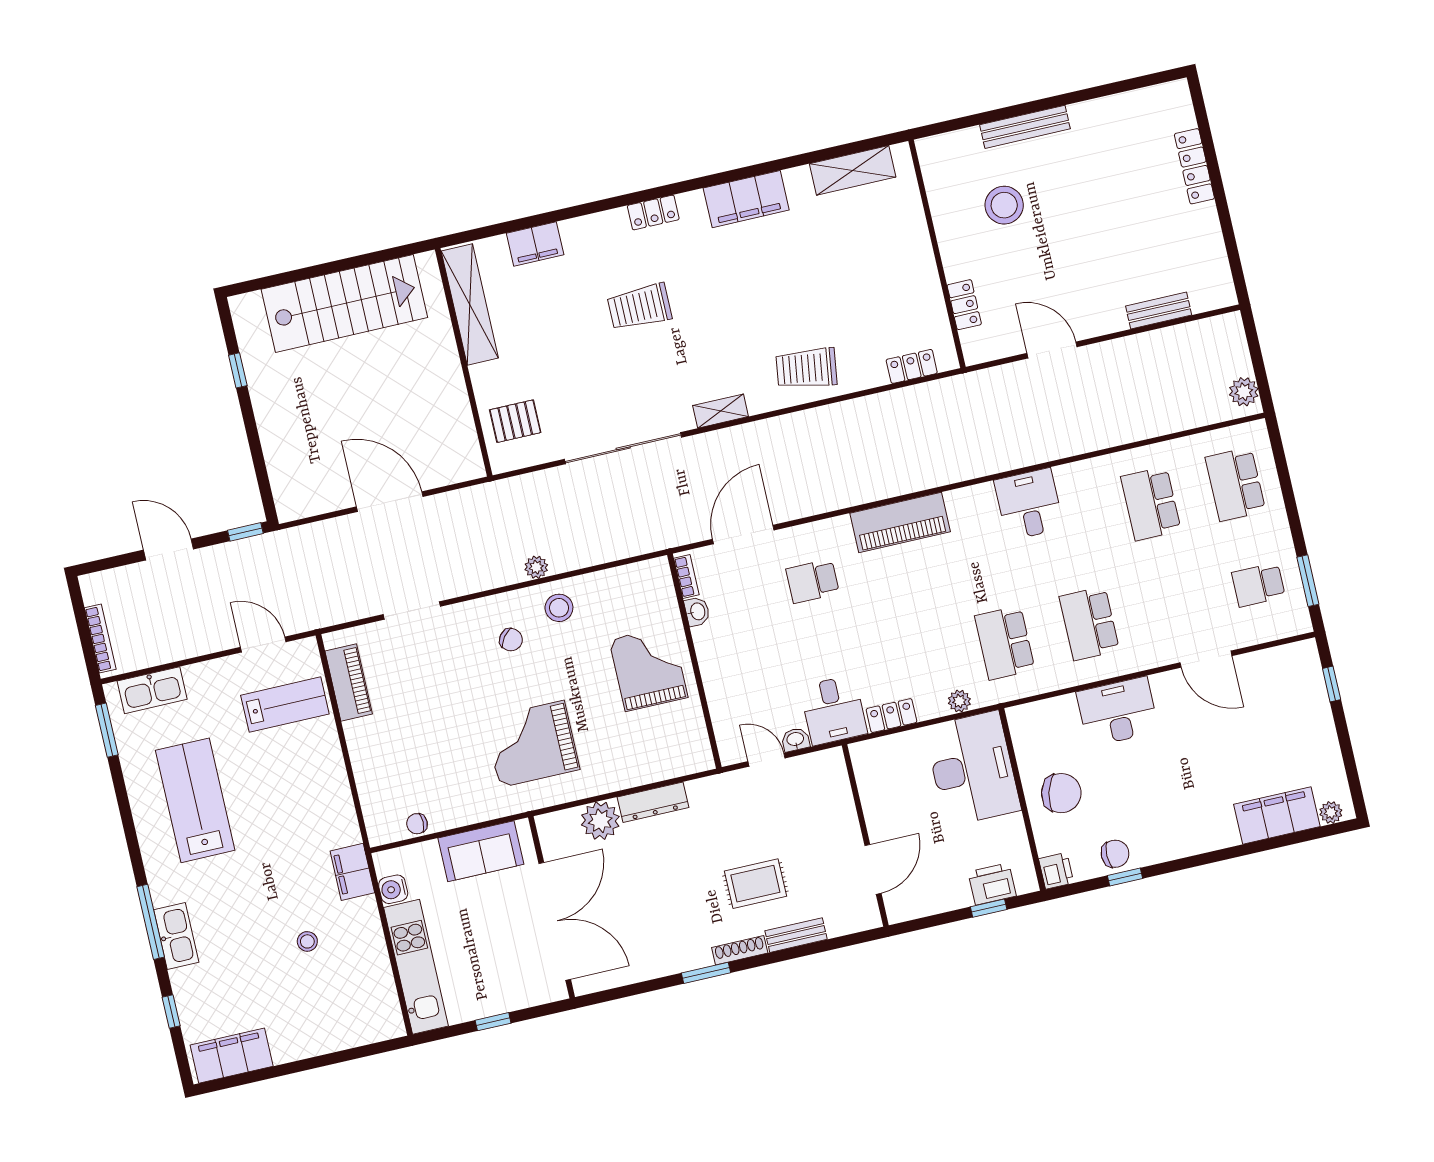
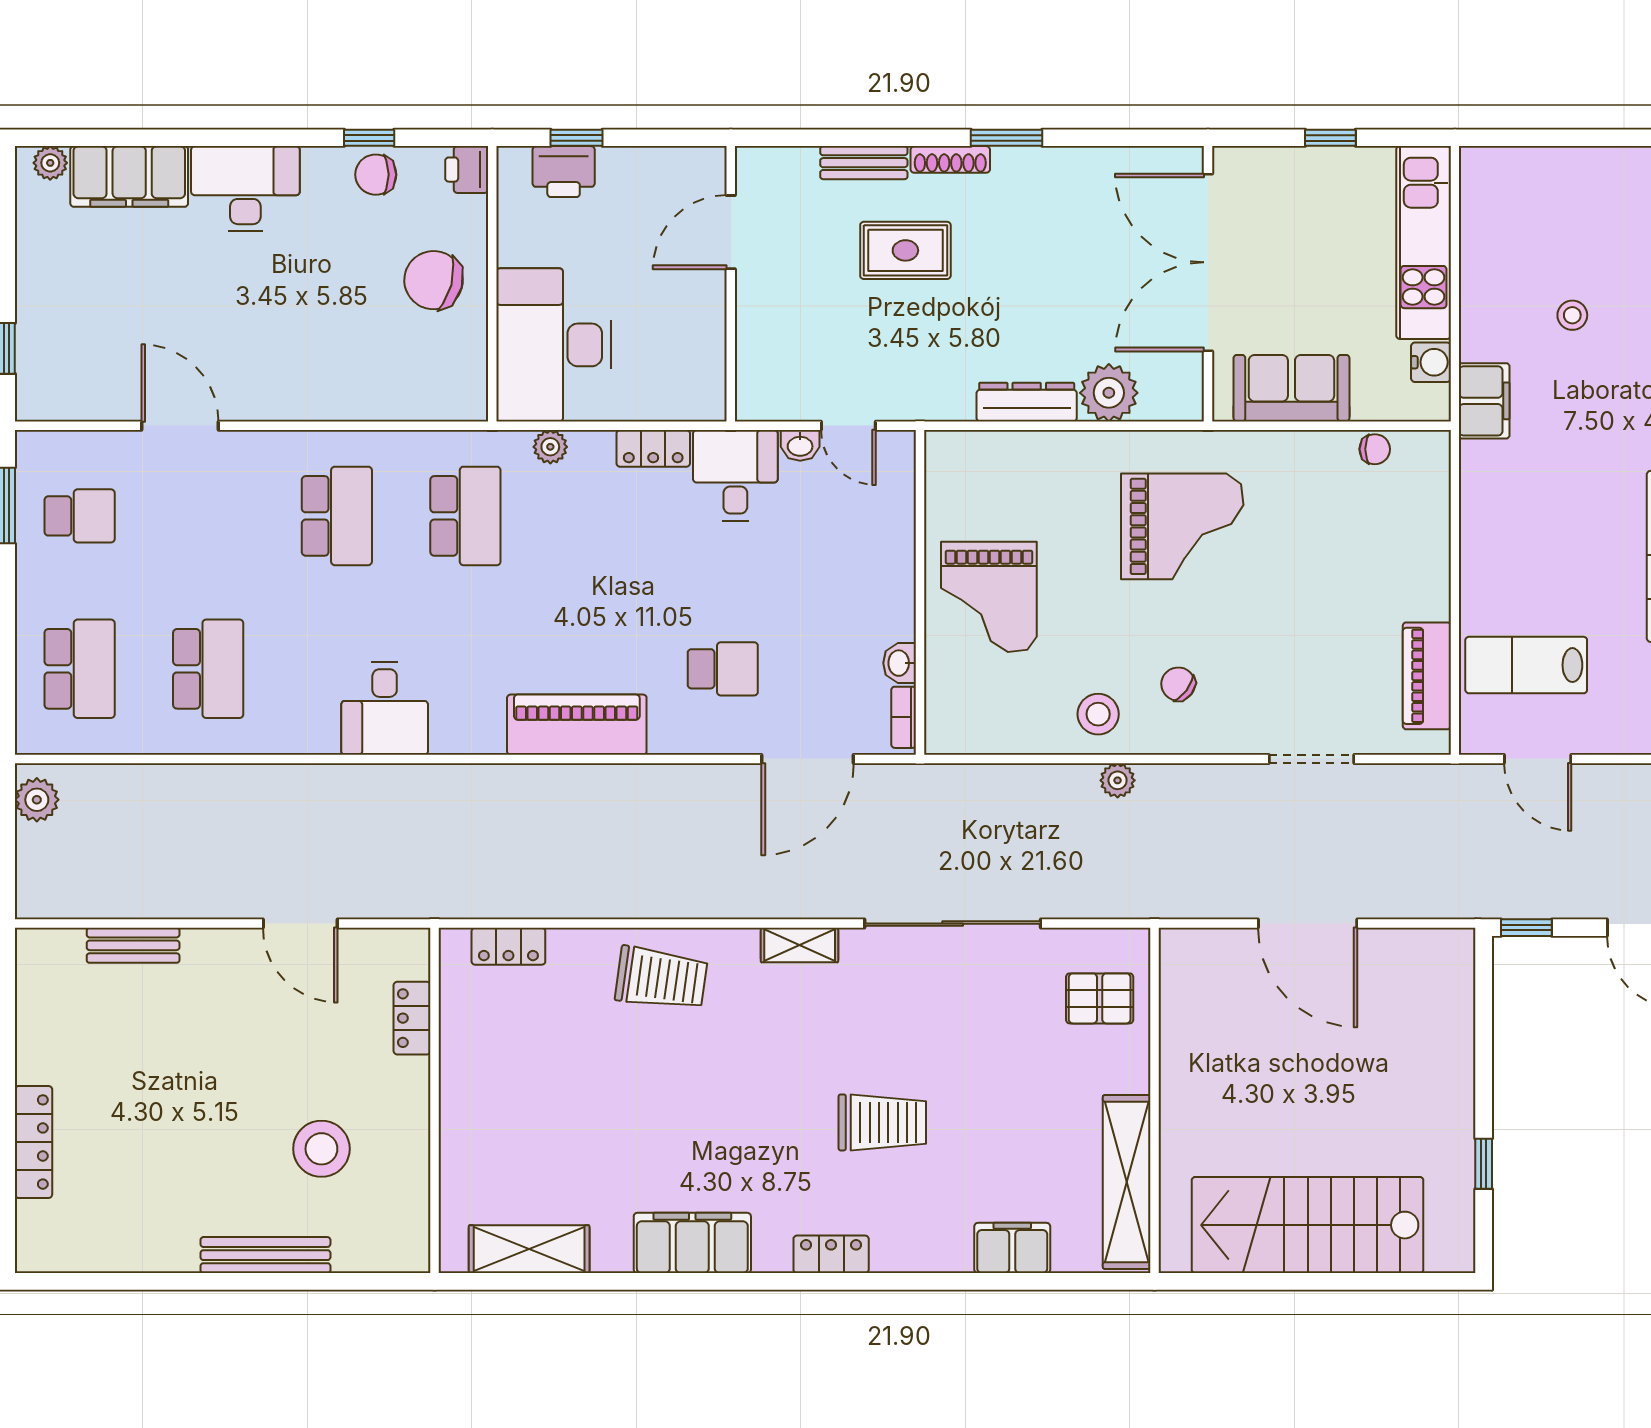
desk: (1118, 712) -> (245, 189), moved, turned 180

